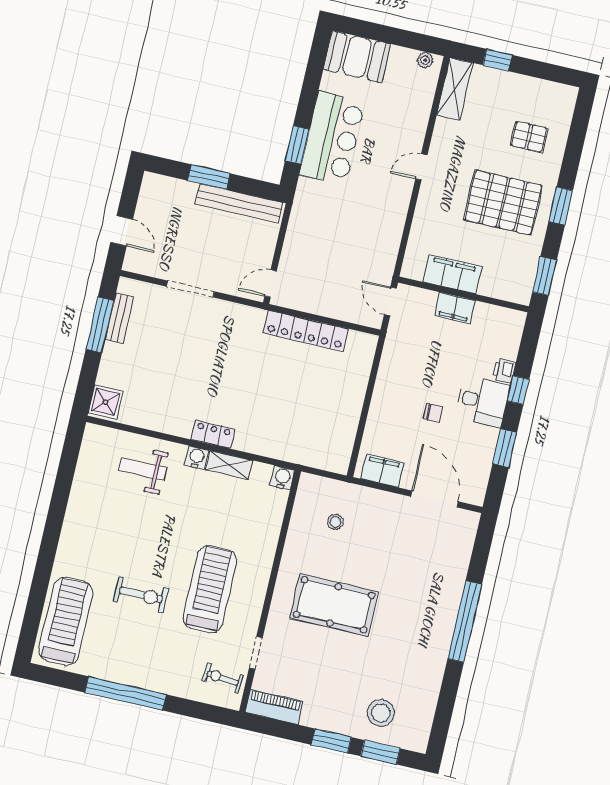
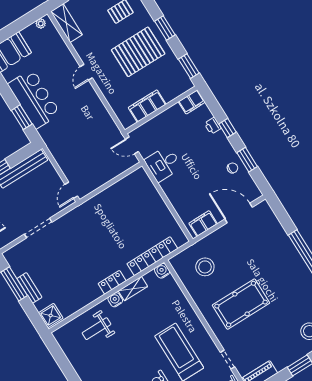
filing cabinet: (455, 308) -> (192, 102), moved
bench: (119, 318) -> (29, 288), moved
locker: (306, 331) -> (152, 256), moved, turned 180
desk: (483, 401) -> (163, 164), moved, turned 180
chair: (433, 413) -> (232, 168), moved
stool: (335, 522) -> (205, 267), width x1.89, depth x1.89

